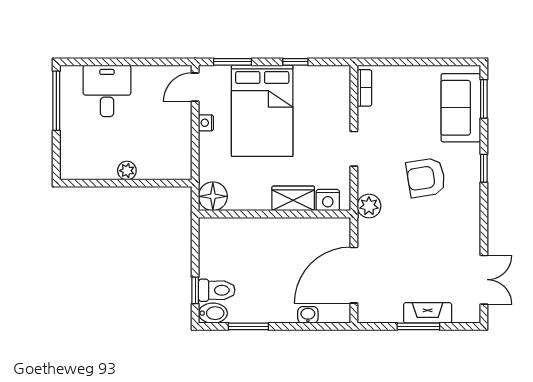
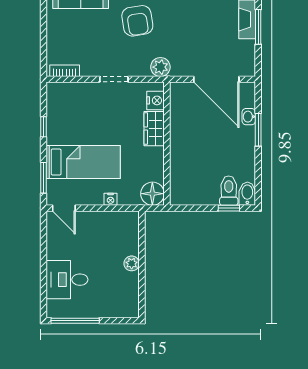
bed: (262, 111) -> (83, 162), width x0.67
nightstand: (206, 123) -> (111, 199), moved
window: (248, 326) -> (258, 130), moved

